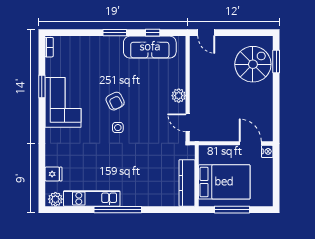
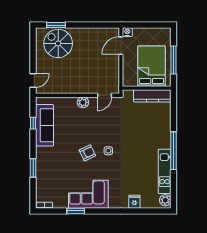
window: (115, 33) -> (33, 168), moved
fridge: (53, 174) -> (134, 202), moved

